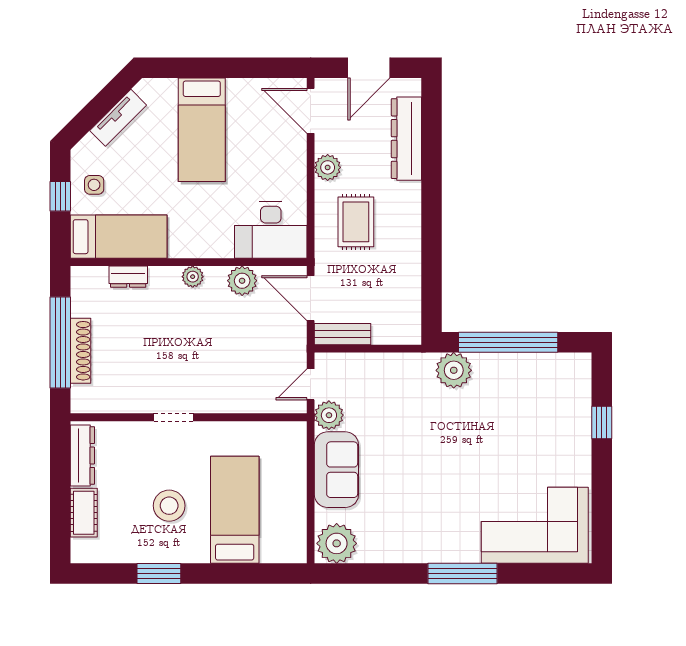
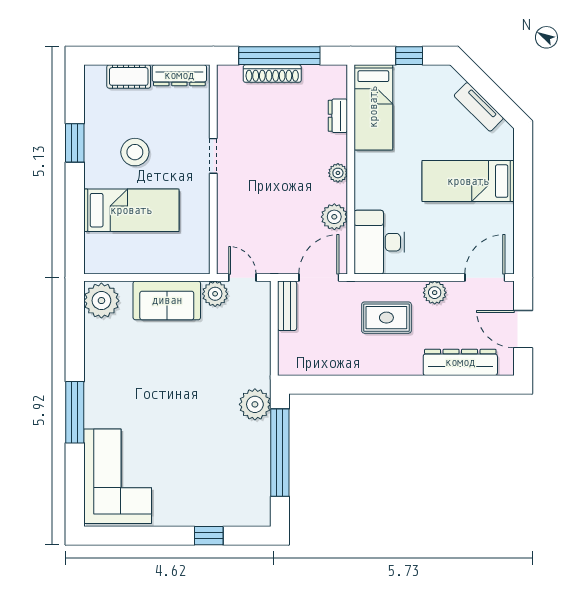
side table: (94, 185) -> (419, 86), removed

